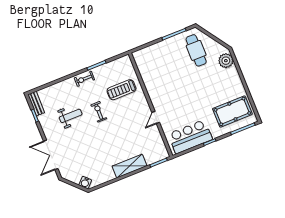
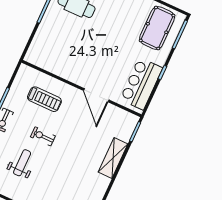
treadmill: (121, 90) -> (44, 99), turned -90
door: (156, 117) -> (96, 95), width x1.87

